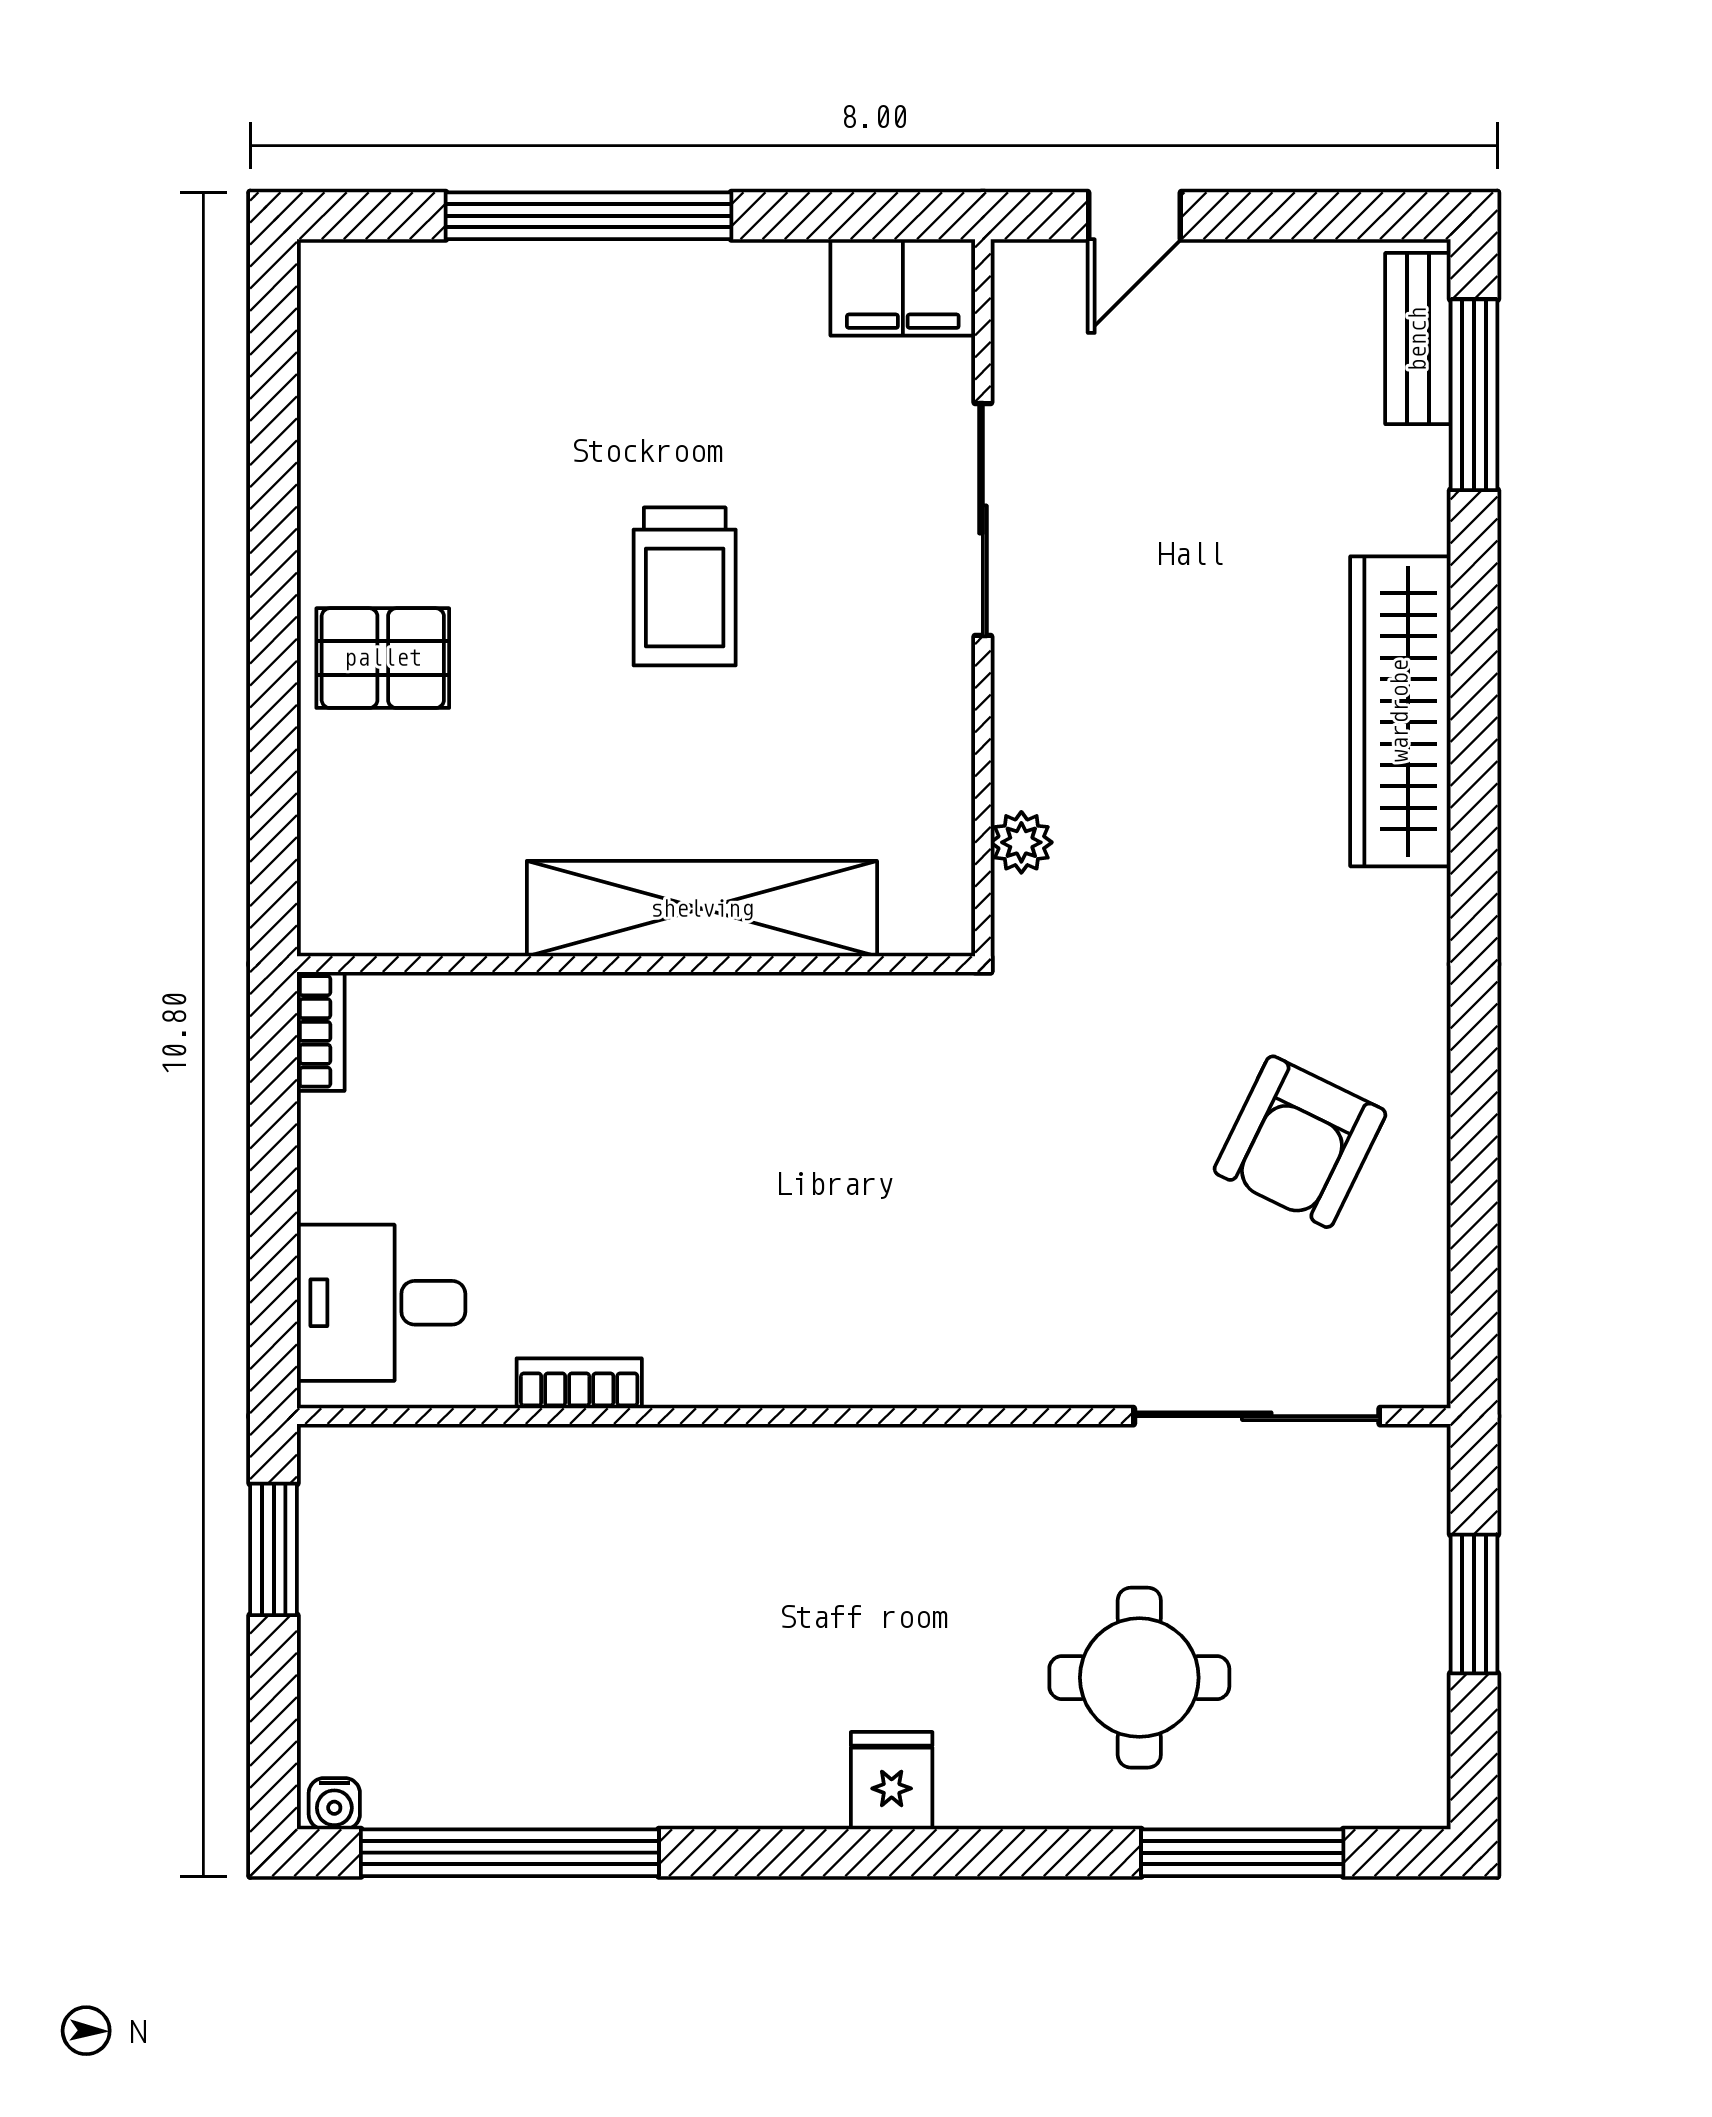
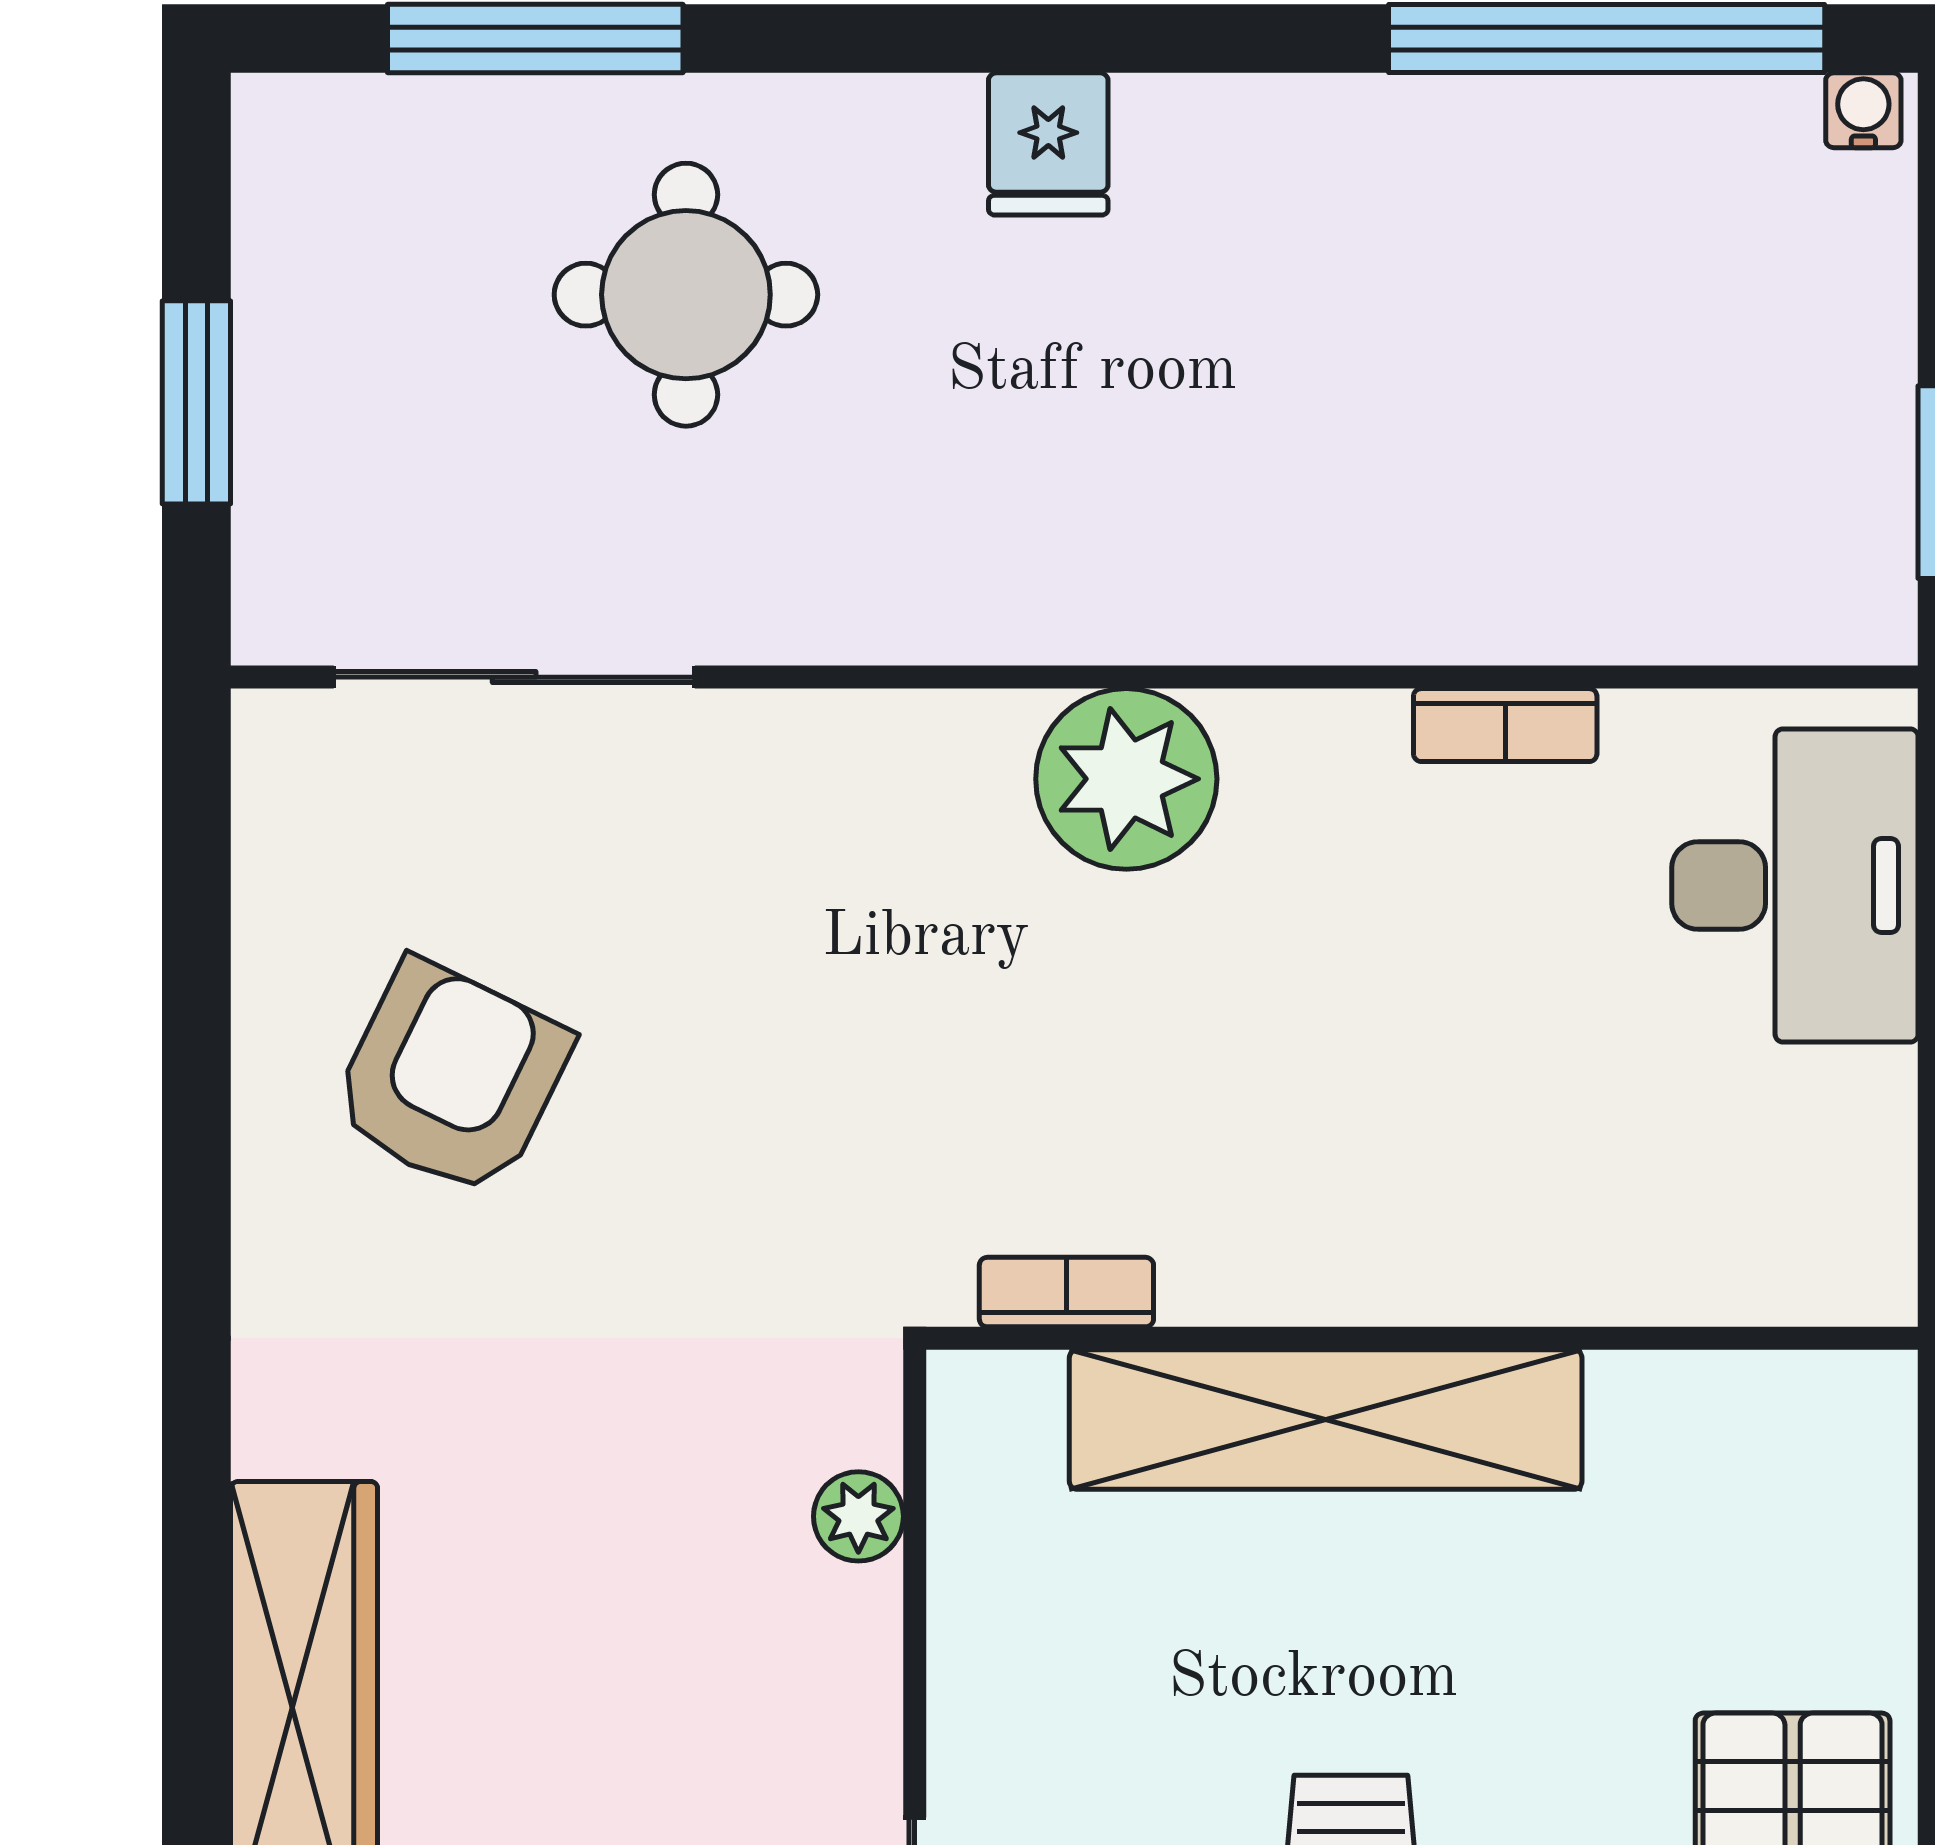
bookcase: (321, 1031) -> (1066, 1292), moved, turned 90
desk: (381, 1303) -> (1795, 885), width x1.37
plant: (838, 1347) -> (1126, 779), added

